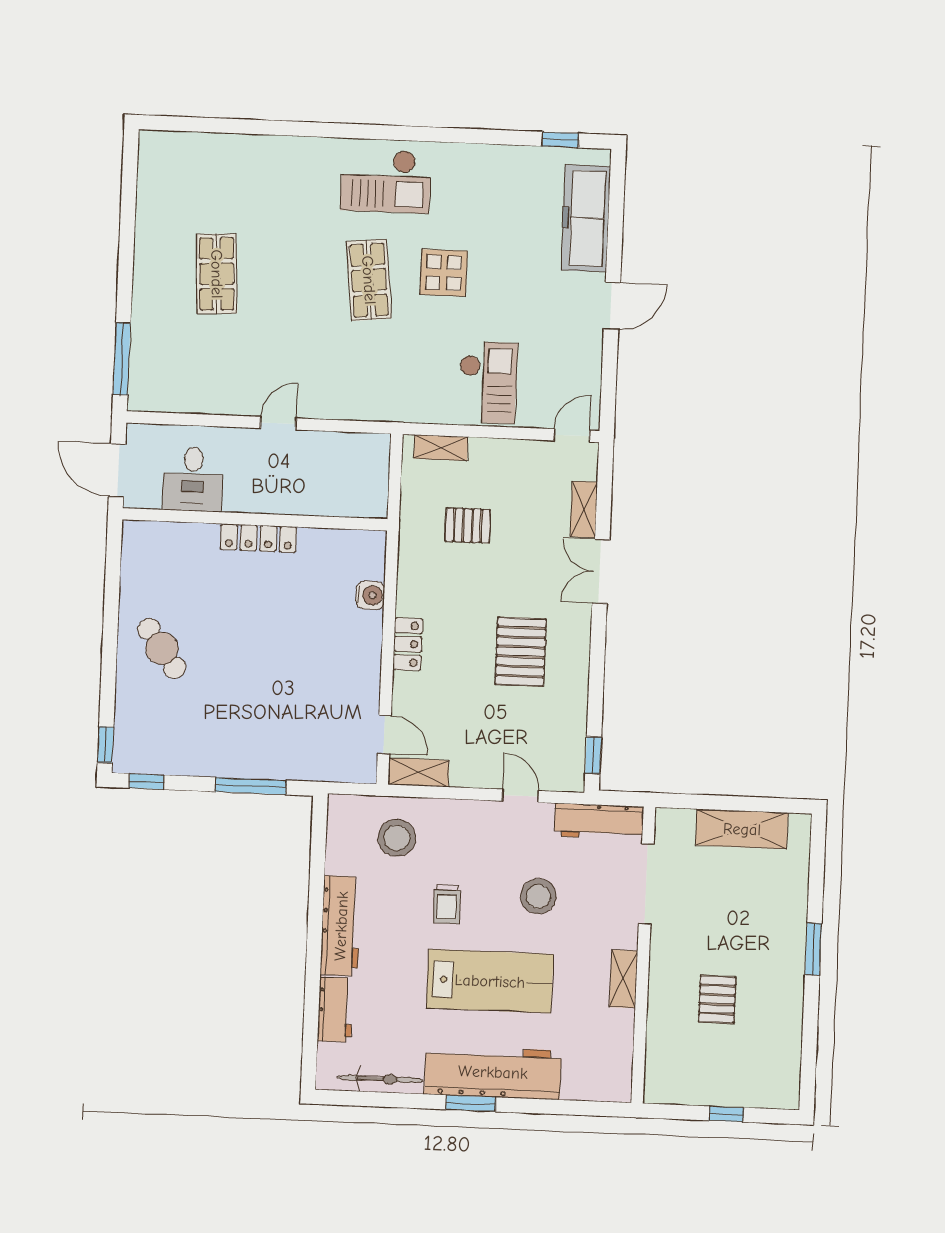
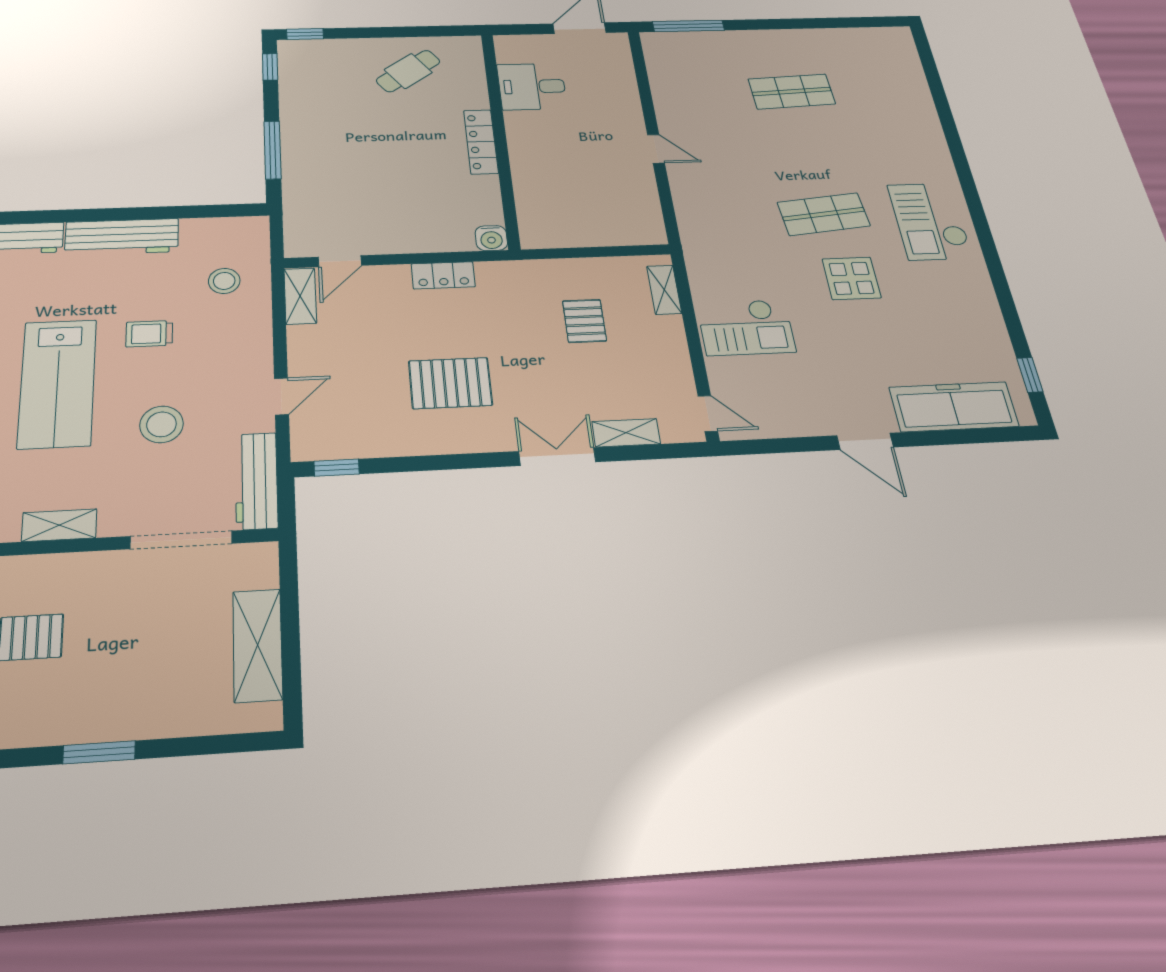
desk: (193, 479) -> (532, 86), moved
wall: (255, 519) -> (500, 138), moved
locker: (258, 538) -> (481, 142), moved
stool: (397, 838) -> (224, 281), width x0.73, depth x0.73

